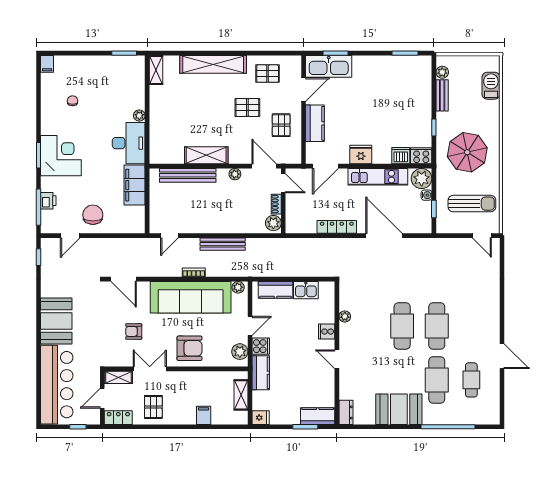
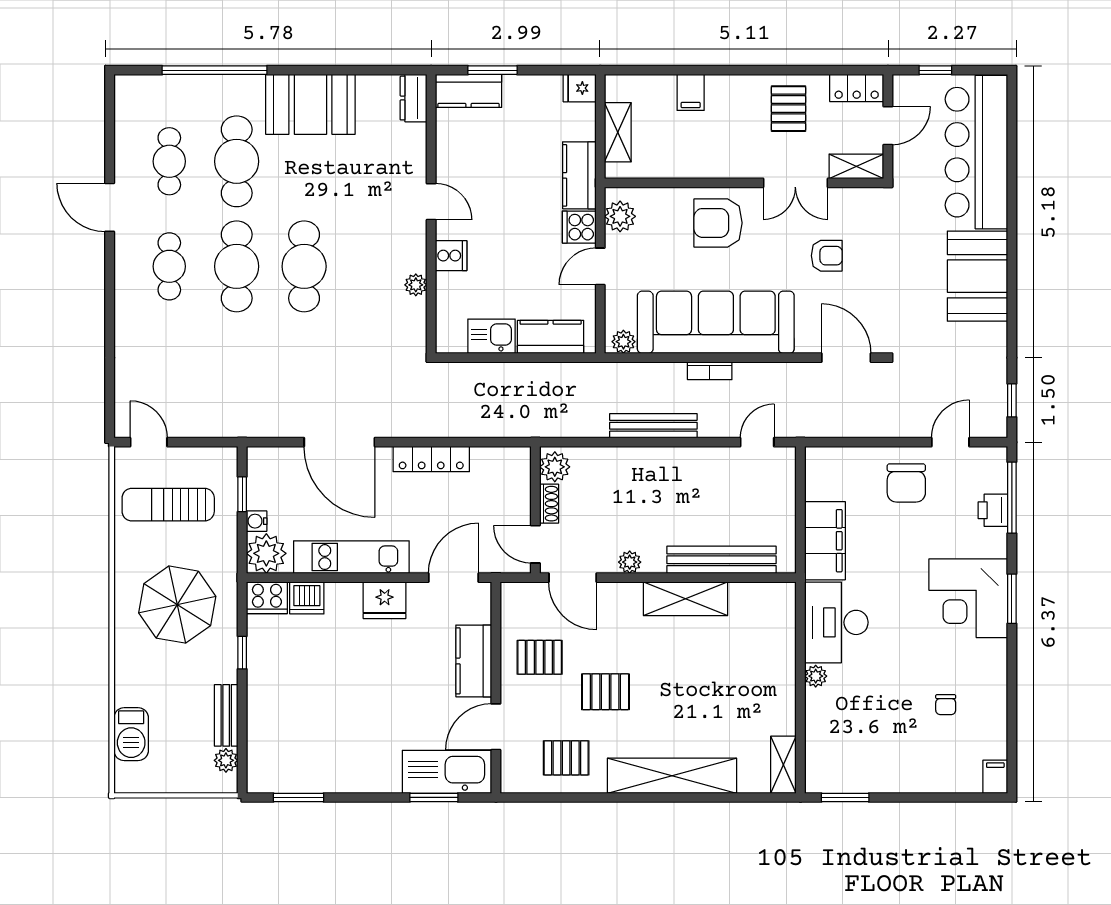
pallet: (281, 125) -> (540, 657), turned 90
cafe table: (471, 326) -> (169, 266), added

